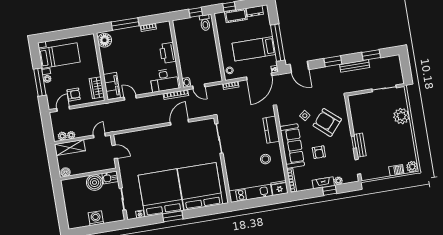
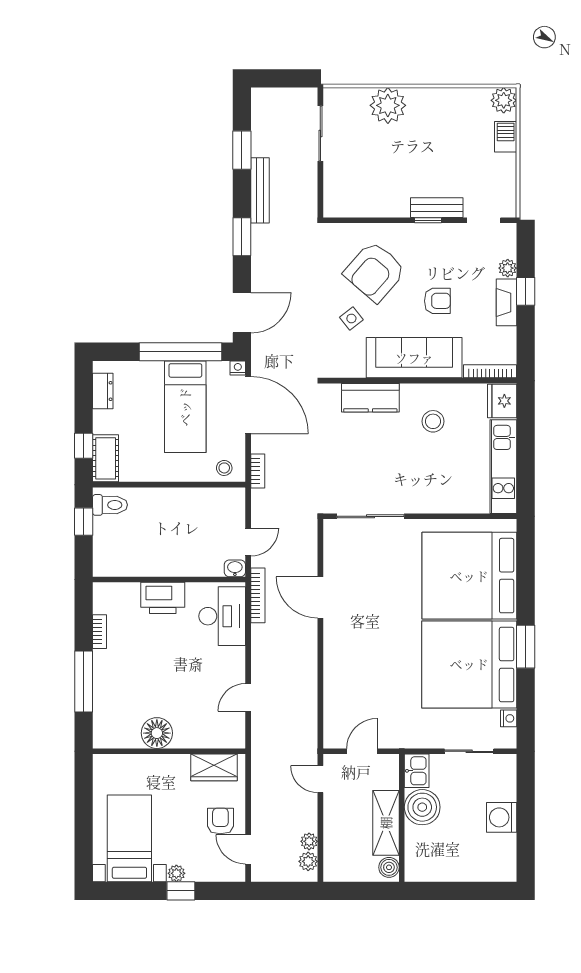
cot: (236, 16) -> (106, 458), moved
floor lamp: (105, 40) -> (157, 733), moved
window: (40, 82) -> (181, 891), width x0.46
filing cabinet: (112, 86) -> (216, 734), removed
shelving: (70, 148) -> (386, 823), moved

